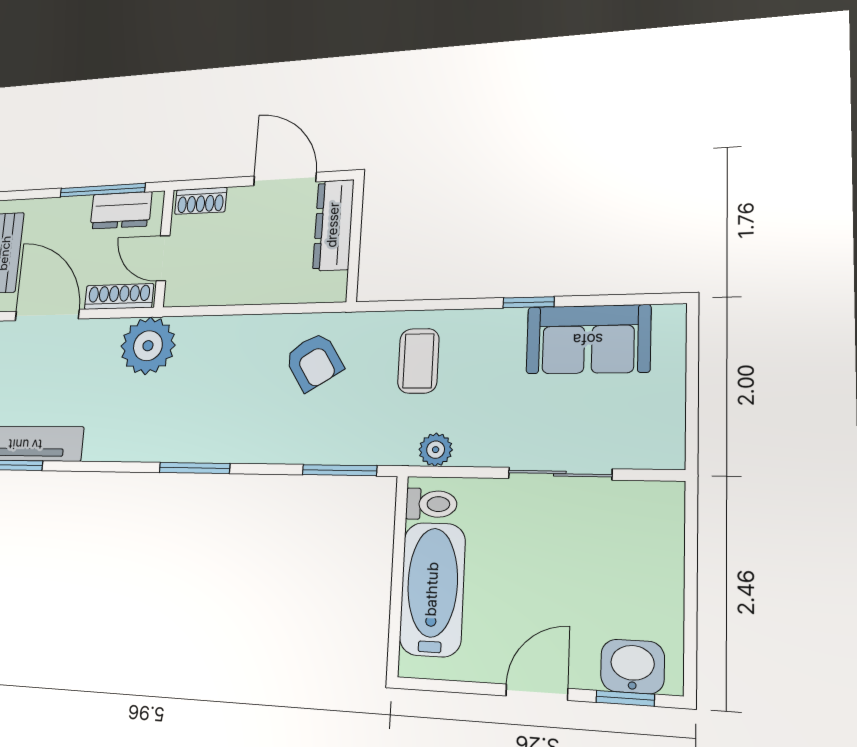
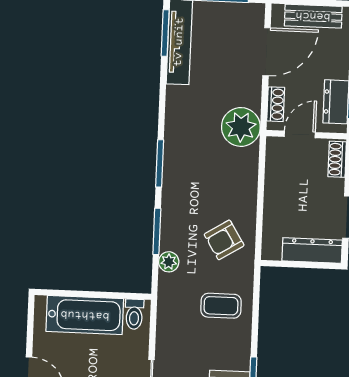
shoe rack: (119, 297) -> (276, 104), width x0.70
plant: (436, 450) -> (169, 262), moved
window: (339, 470) -> (157, 231), moved

